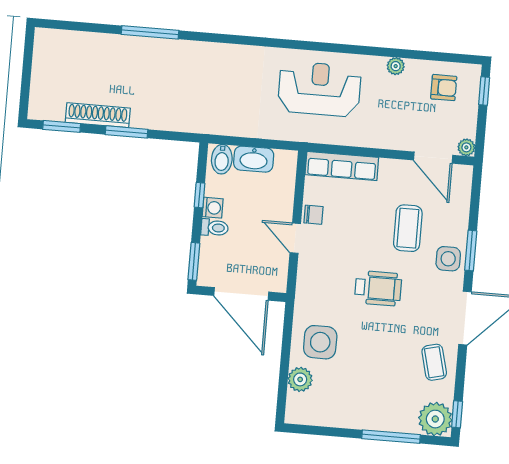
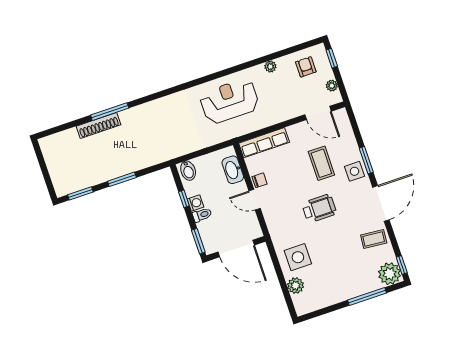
armchair: (444, 88) -> (306, 67), turned -90
shoe rack: (98, 115) -> (99, 125), moved, turned 180
plant: (466, 147) -> (332, 86), moved
washbasin: (254, 159) -> (233, 170), moved, turned 90
coffee table: (434, 362) -> (374, 239), turned -71

